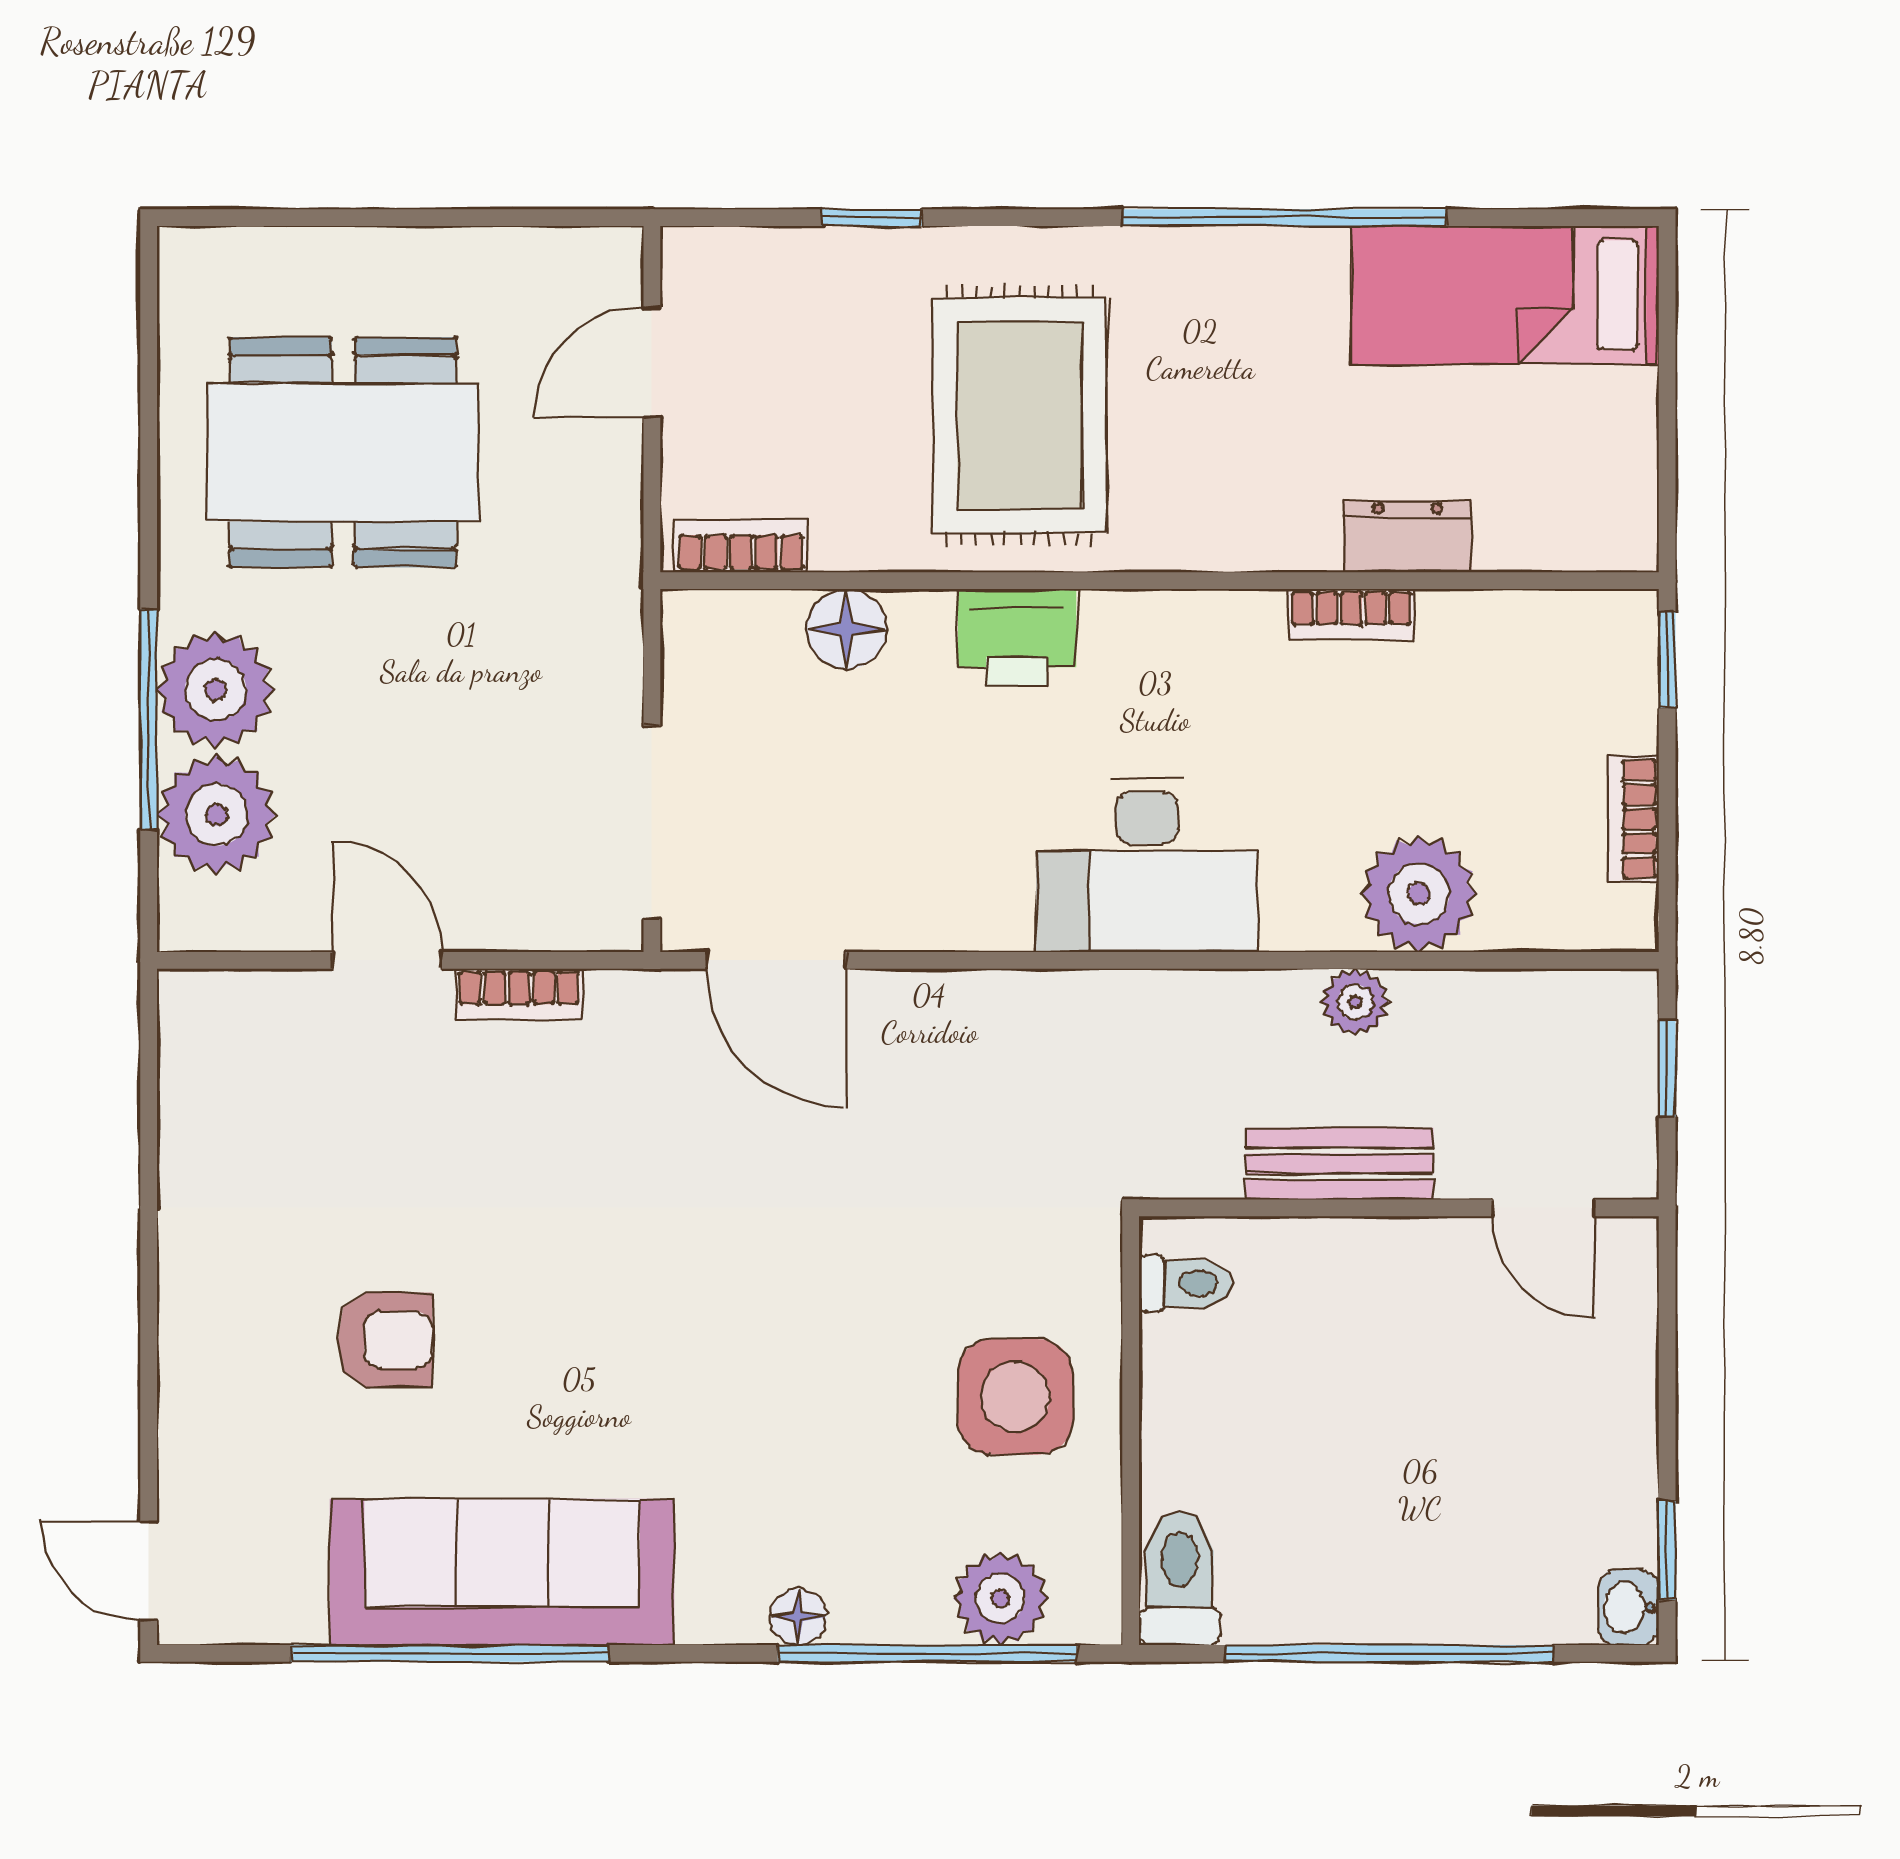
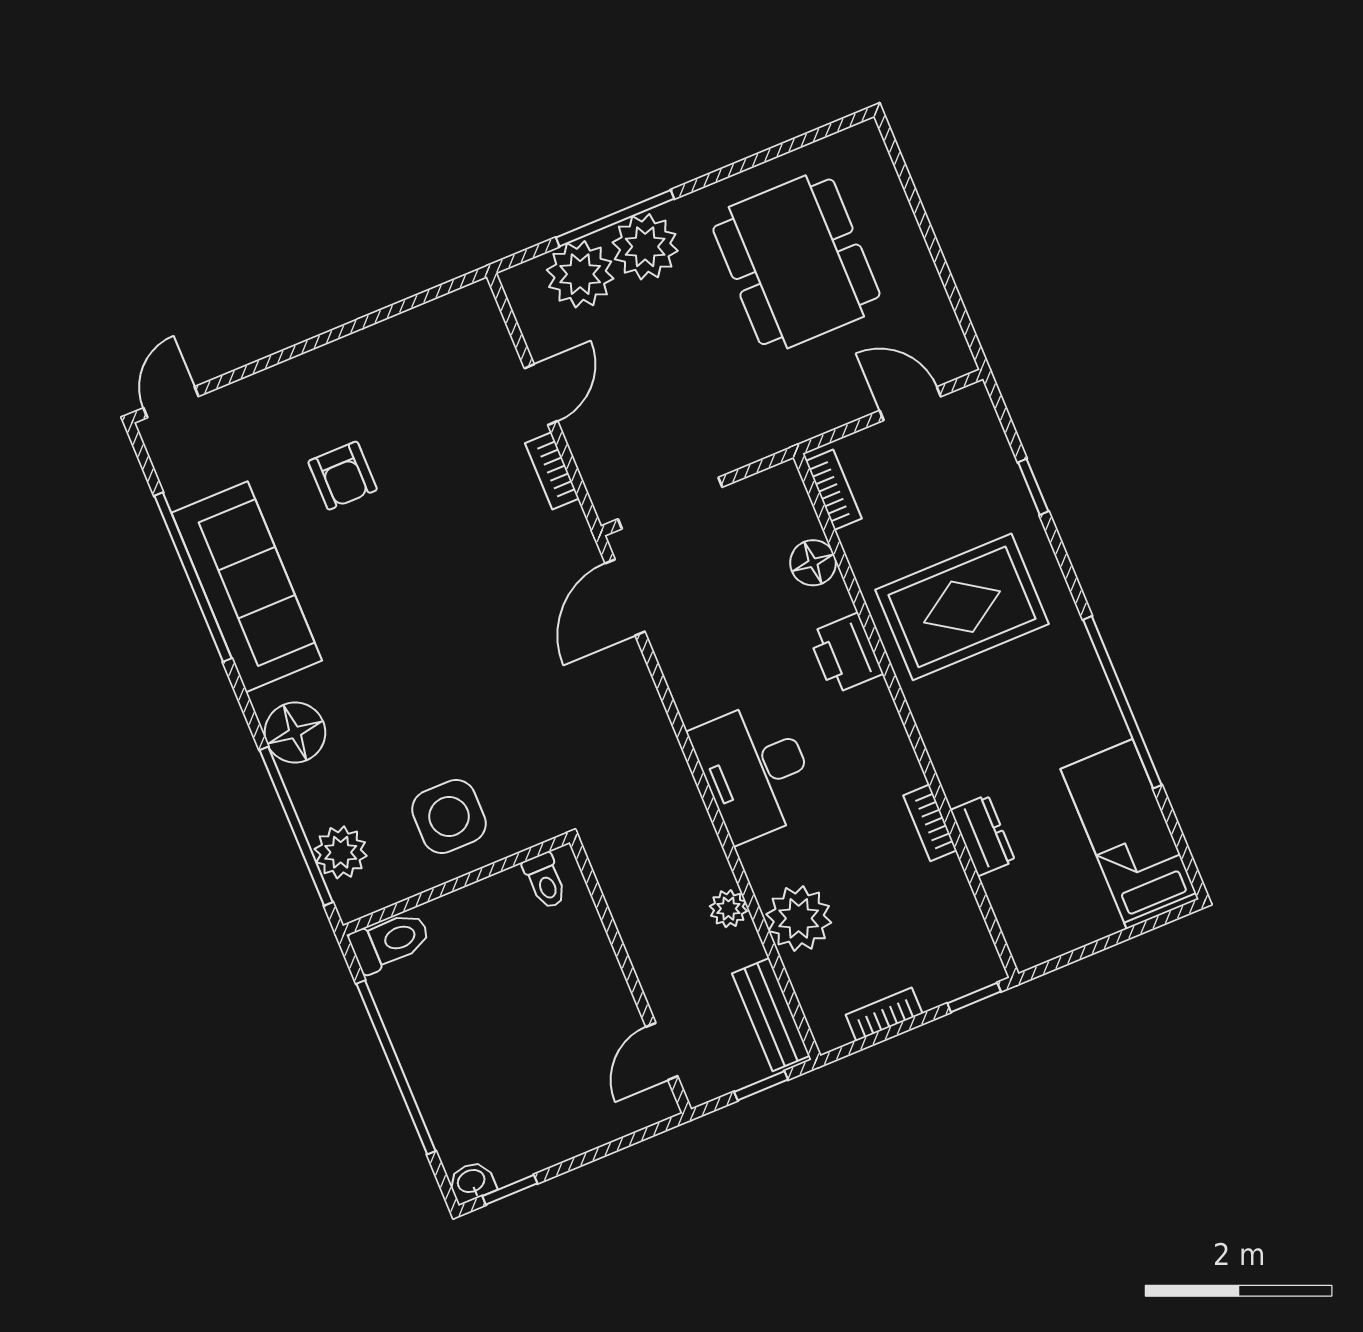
bench: (1340, 1164) -> (771, 1015), moved
floor lamp: (798, 1617) -> (295, 733), width x1.89, depth x1.89

